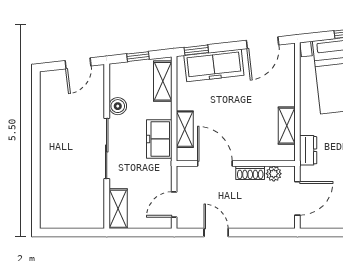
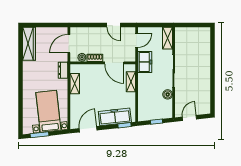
shelving: (163, 81) -> (143, 108), removed
freezer: (159, 139) -> (145, 62), moved

